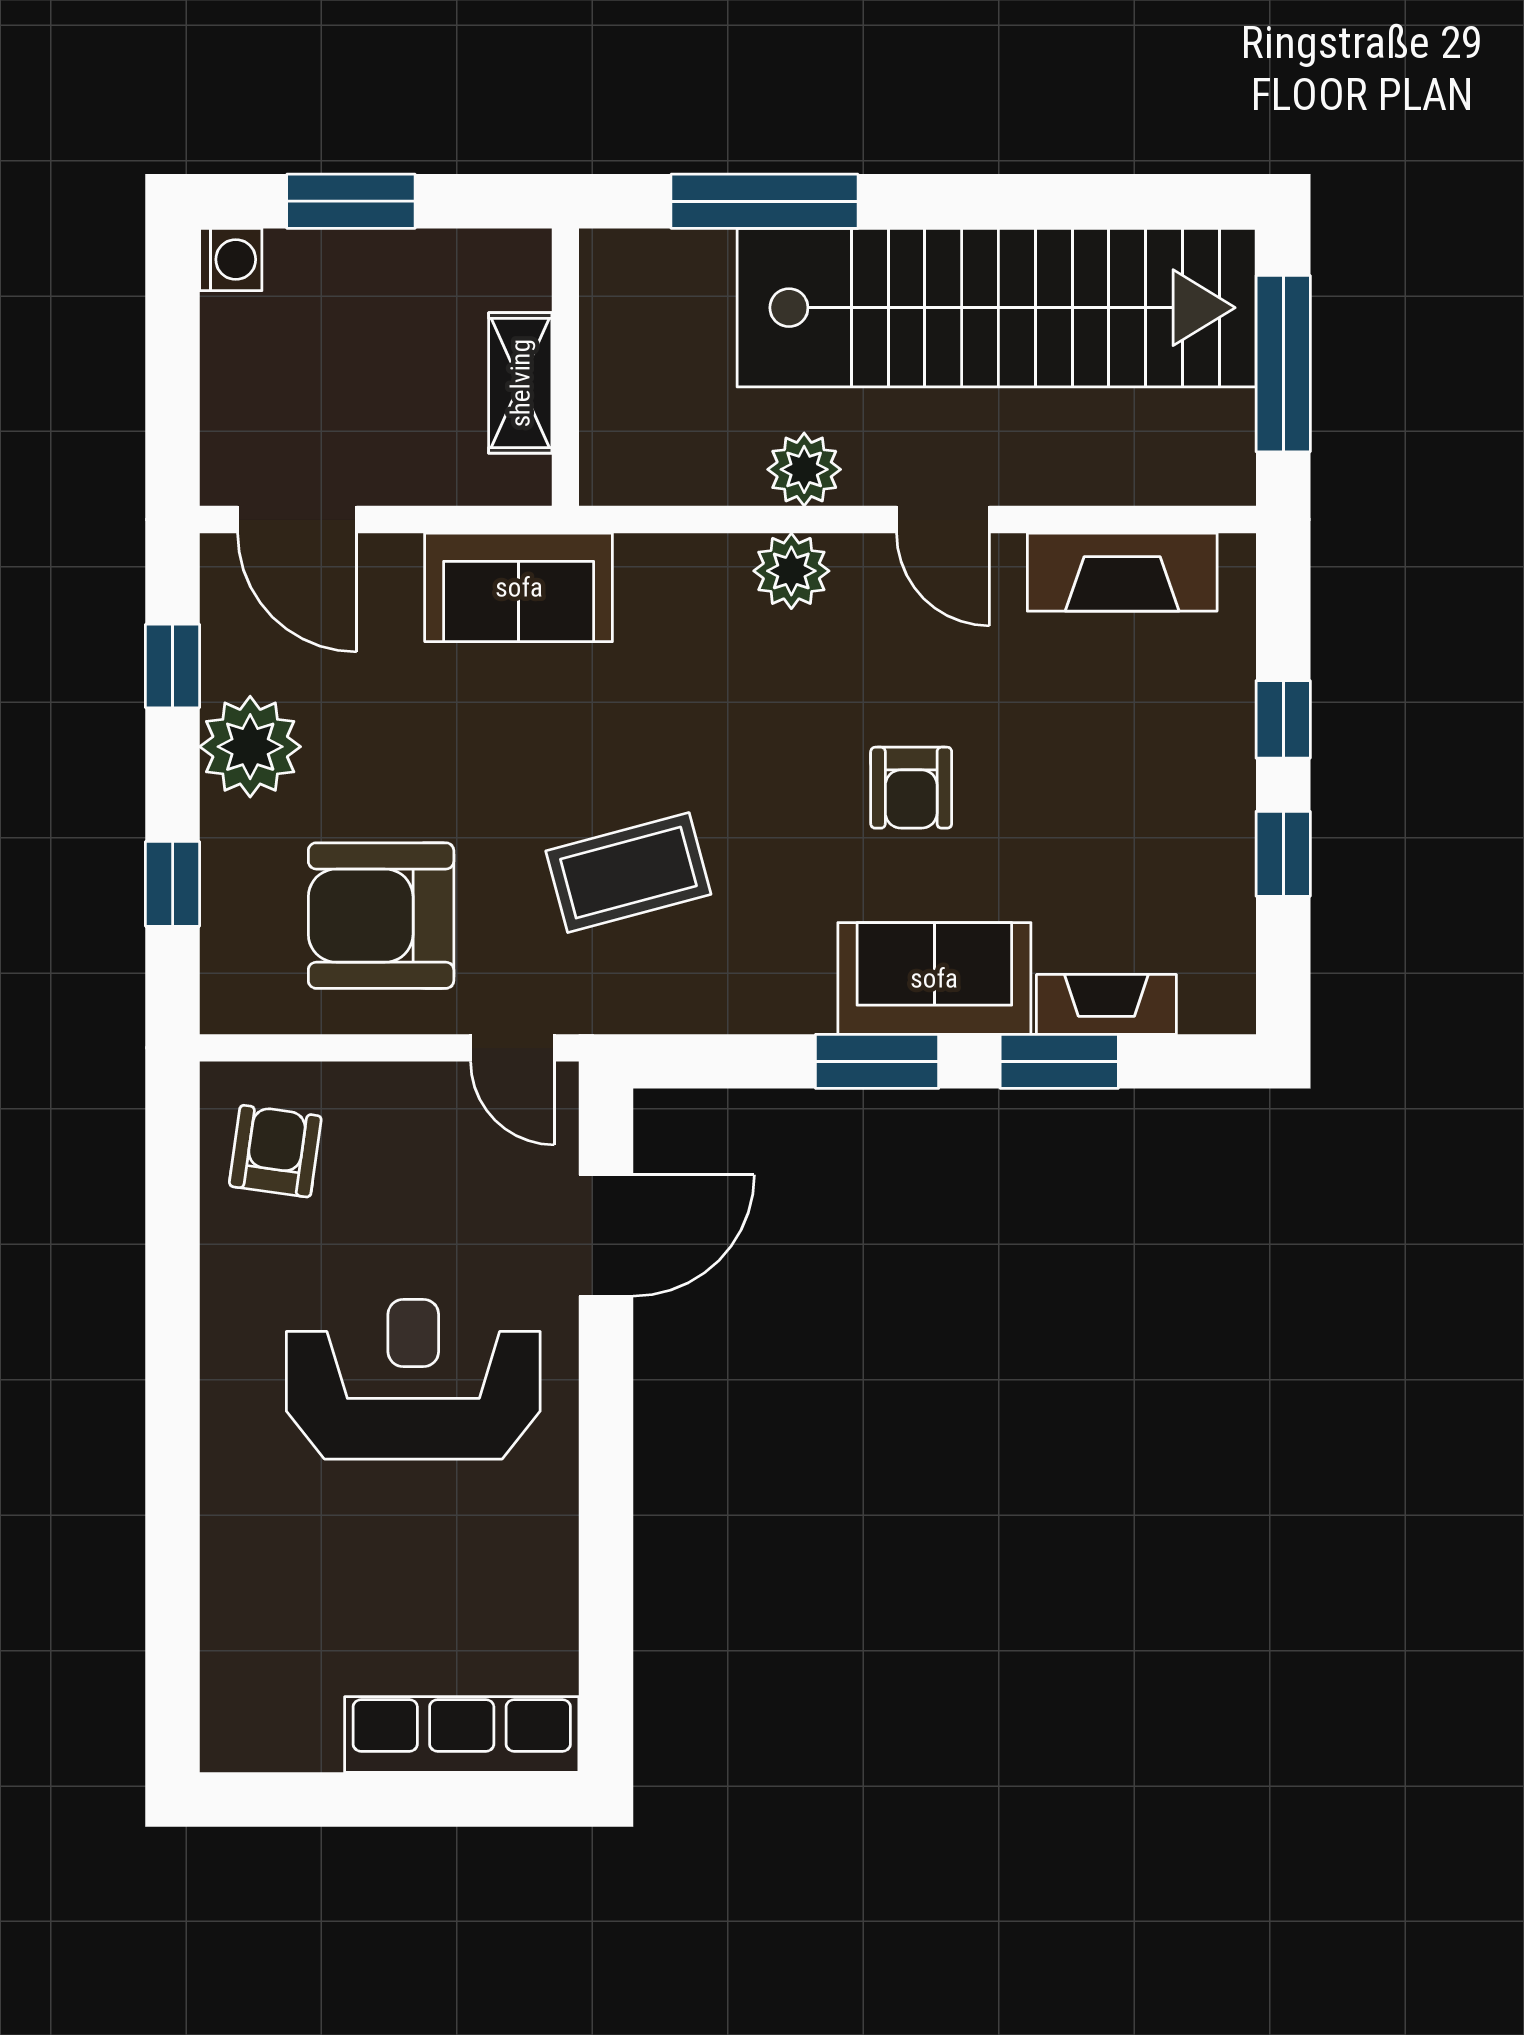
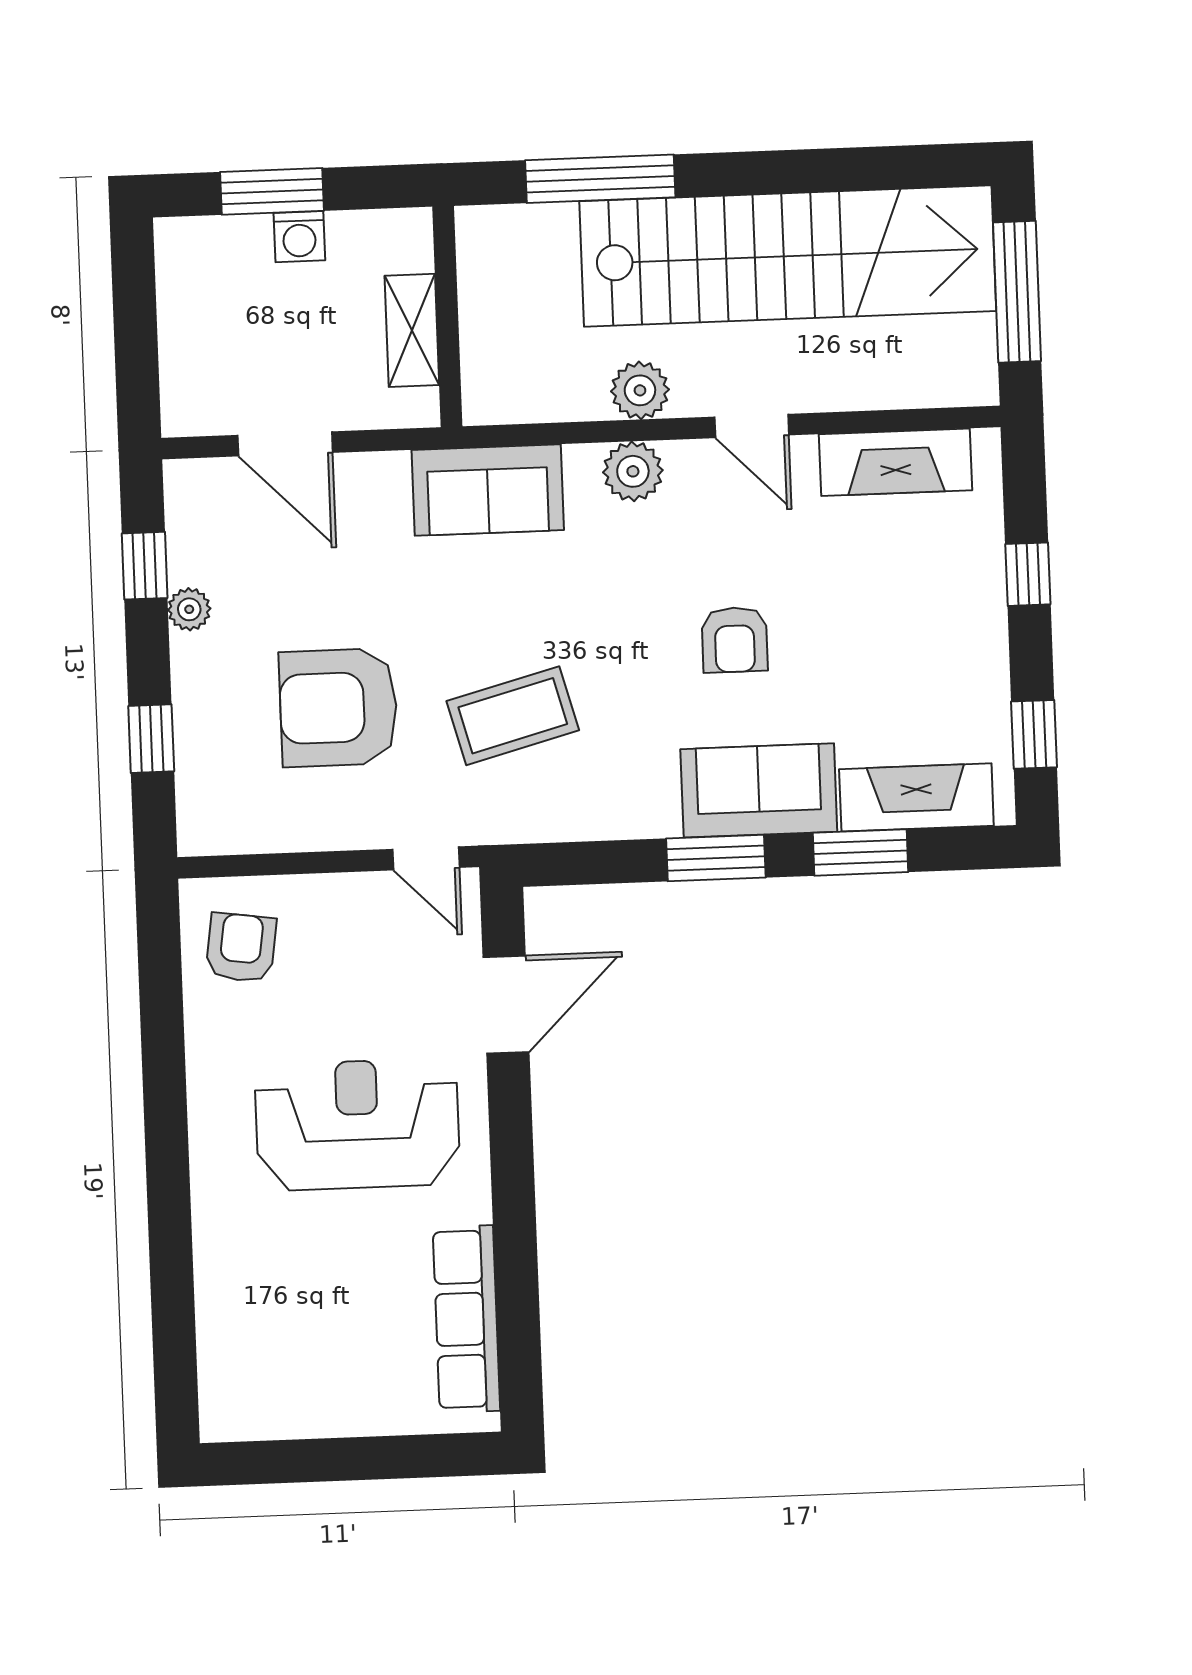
washing machine: (231, 259) -> (299, 237), moved, turned 90
door: (297, 520) -> (285, 444), moved
sofa: (519, 587) -> (488, 490), moved
plant: (250, 747) -> (189, 609), width x0.53, depth x0.53
window: (1283, 854) -> (1034, 734), moved
armchair: (381, 916) -> (338, 708), moved
fireplace: (1106, 1004) -> (916, 797), width x1.37, depth x1.32
row of seats: (462, 1735) -> (466, 1319), moved, turned -90

